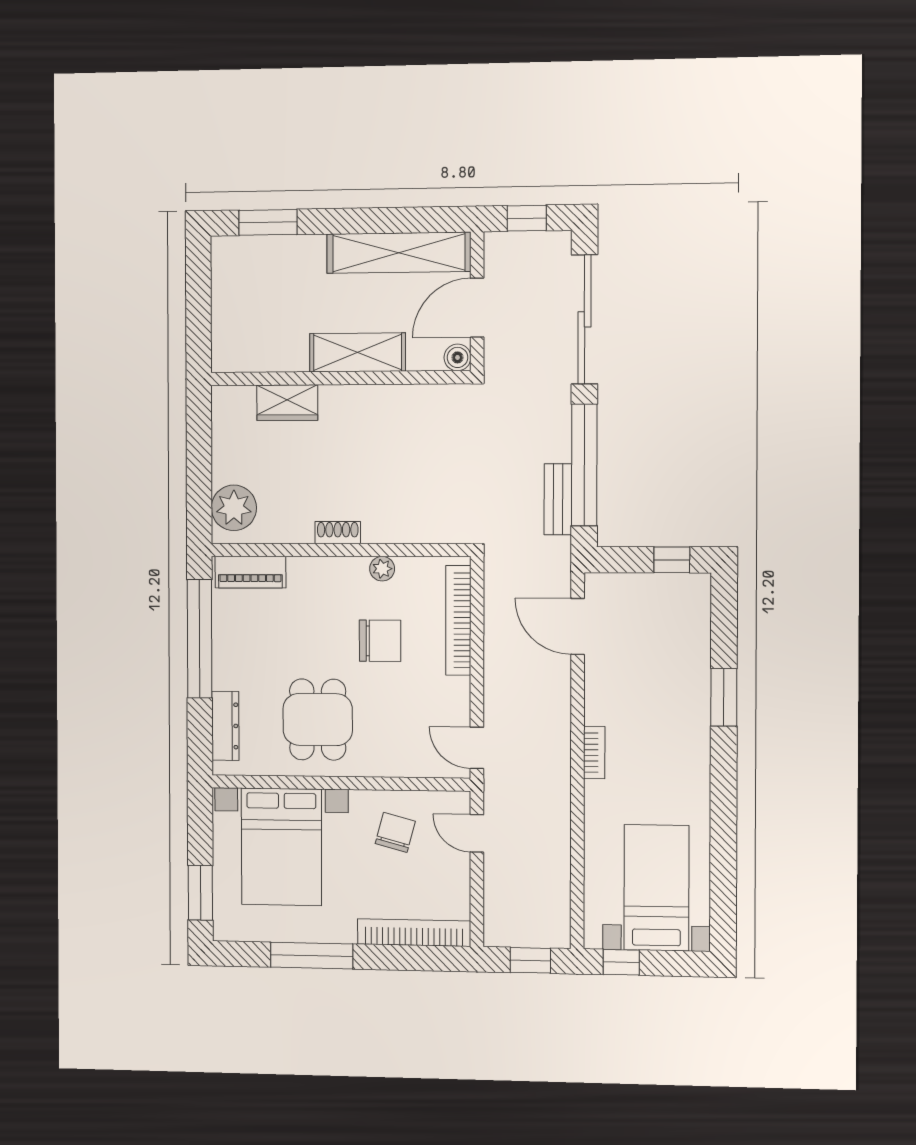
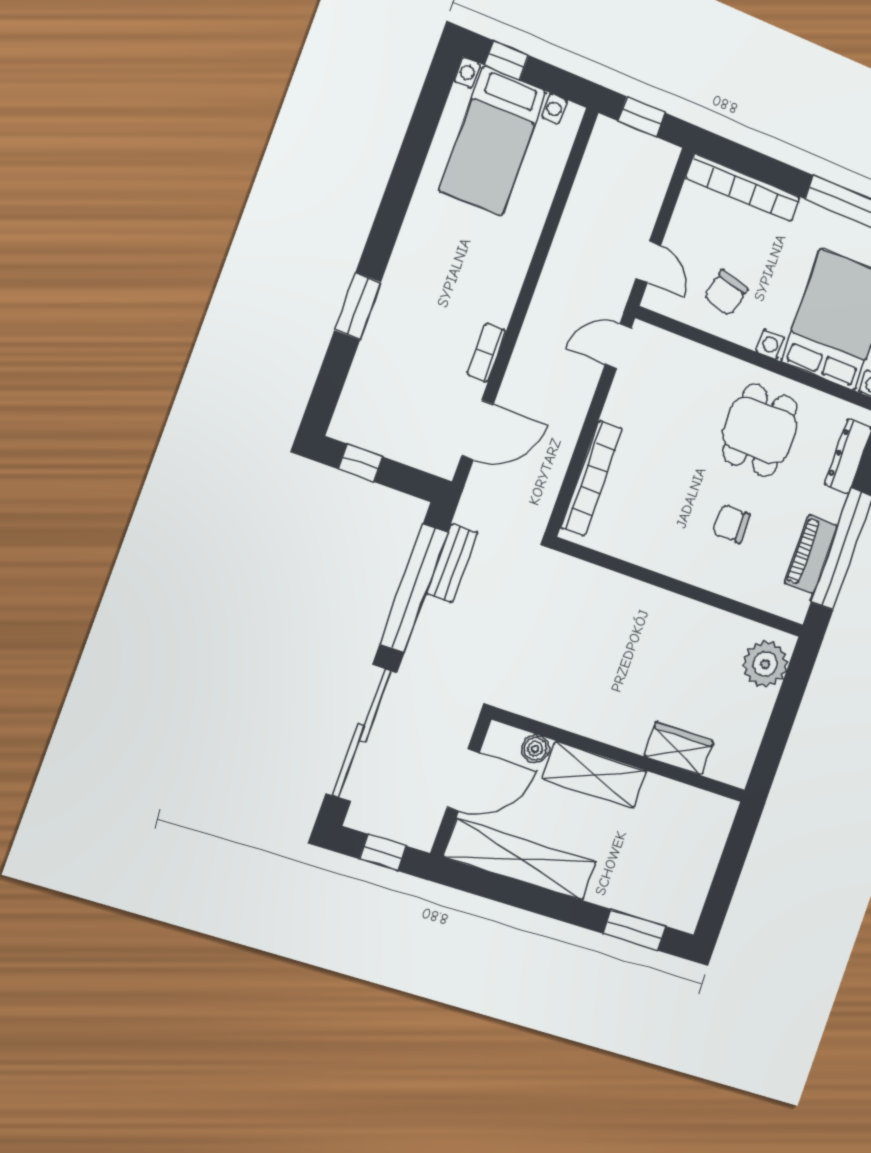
boiler: (457, 357) -> (535, 749), moved
shoe rack: (338, 533) -> (676, 605), removed
plant: (382, 569) -> (646, 555), removed
piano: (250, 572) -> (811, 554), moved, turned -90
door: (578, 626) -> (478, 430), hinge flipped
chair: (380, 641) -> (731, 524), moved, width x0.73, depth x0.73
door: (477, 748) -> (618, 346), swing flipped
bookcase: (594, 752) -> (487, 353), moved
window: (621, 962) -> (507, 60), moved

